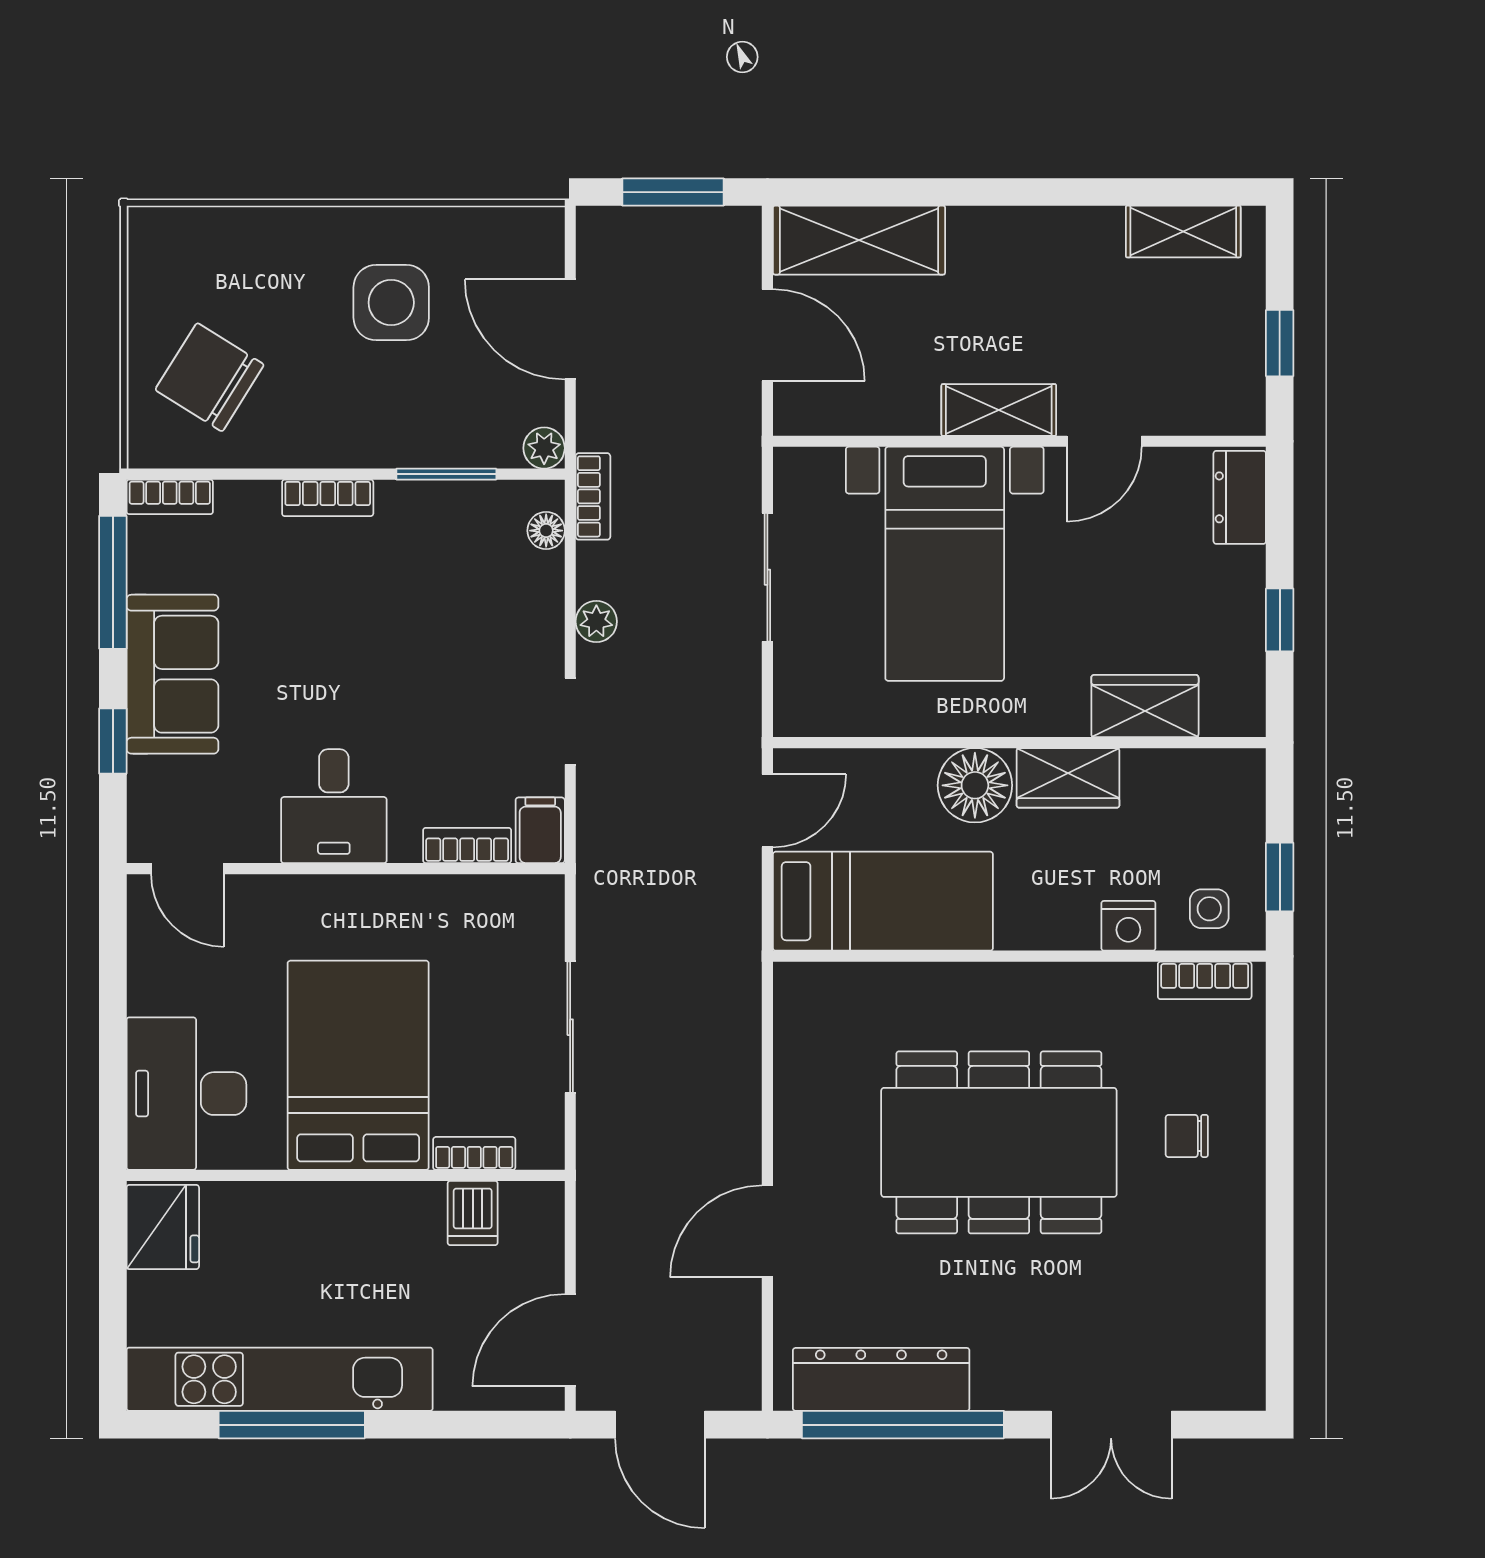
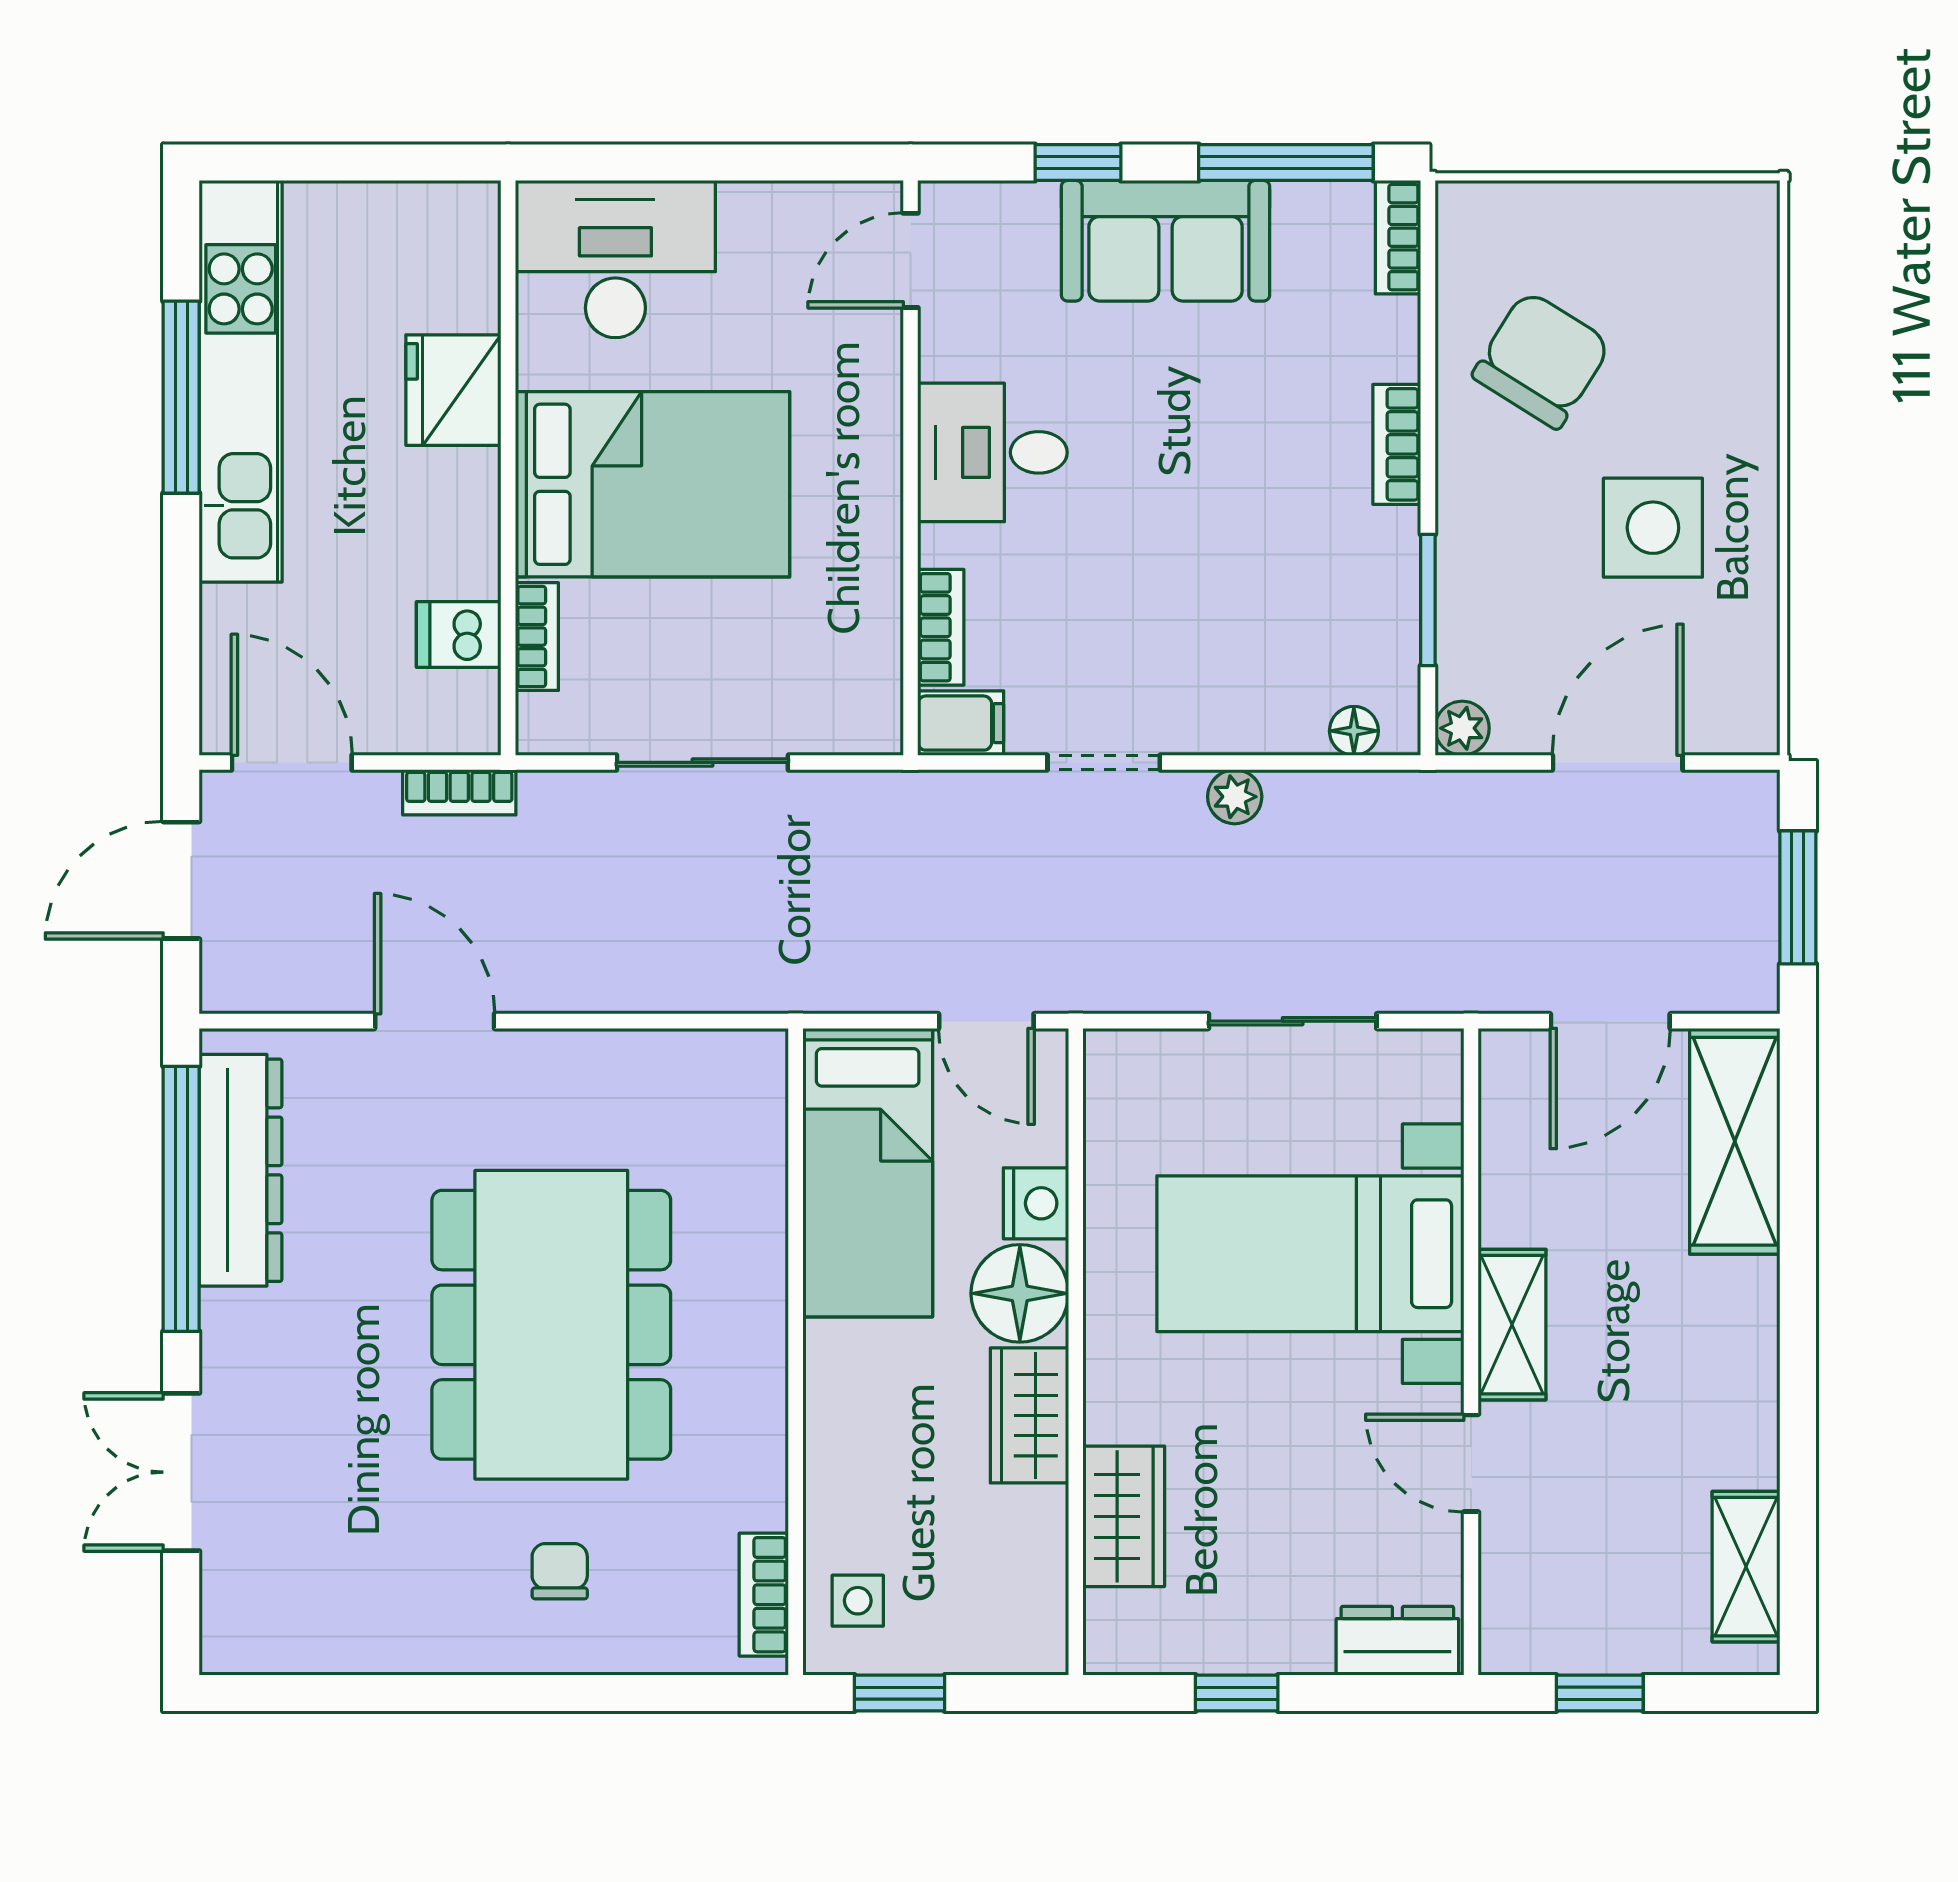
chair: (210, 377) -> (1542, 360), moved
bookcase: (593, 496) -> (459, 792), moved
nightstand: (1128, 926) -> (1036, 1203), moved, turned 180
fridge: (163, 1227) -> (453, 390), moved, turned 90

